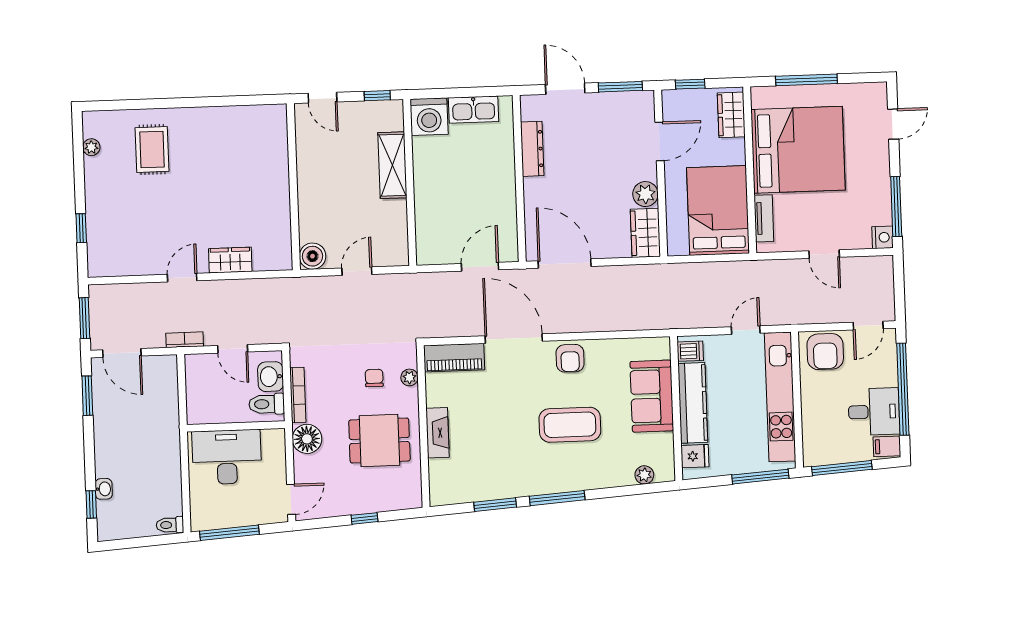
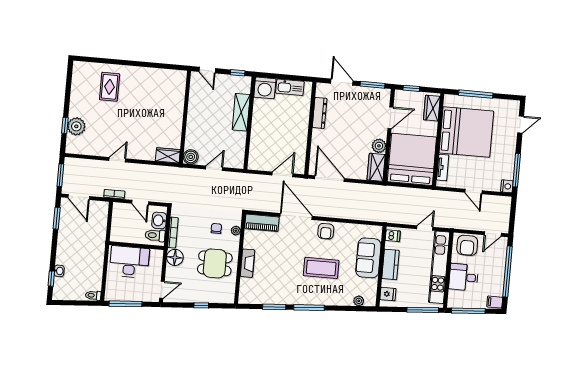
plant: (91, 147) -> (76, 126), moved, width x1.87, depth x1.87
bed: (718, 210) -> (412, 159), width x1.36
wardrobe: (230, 260) -> (168, 155), moved
kitchen counter: (693, 403) -> (391, 264), width x0.67
desk: (874, 412) -> (464, 277), moved, turned 180

